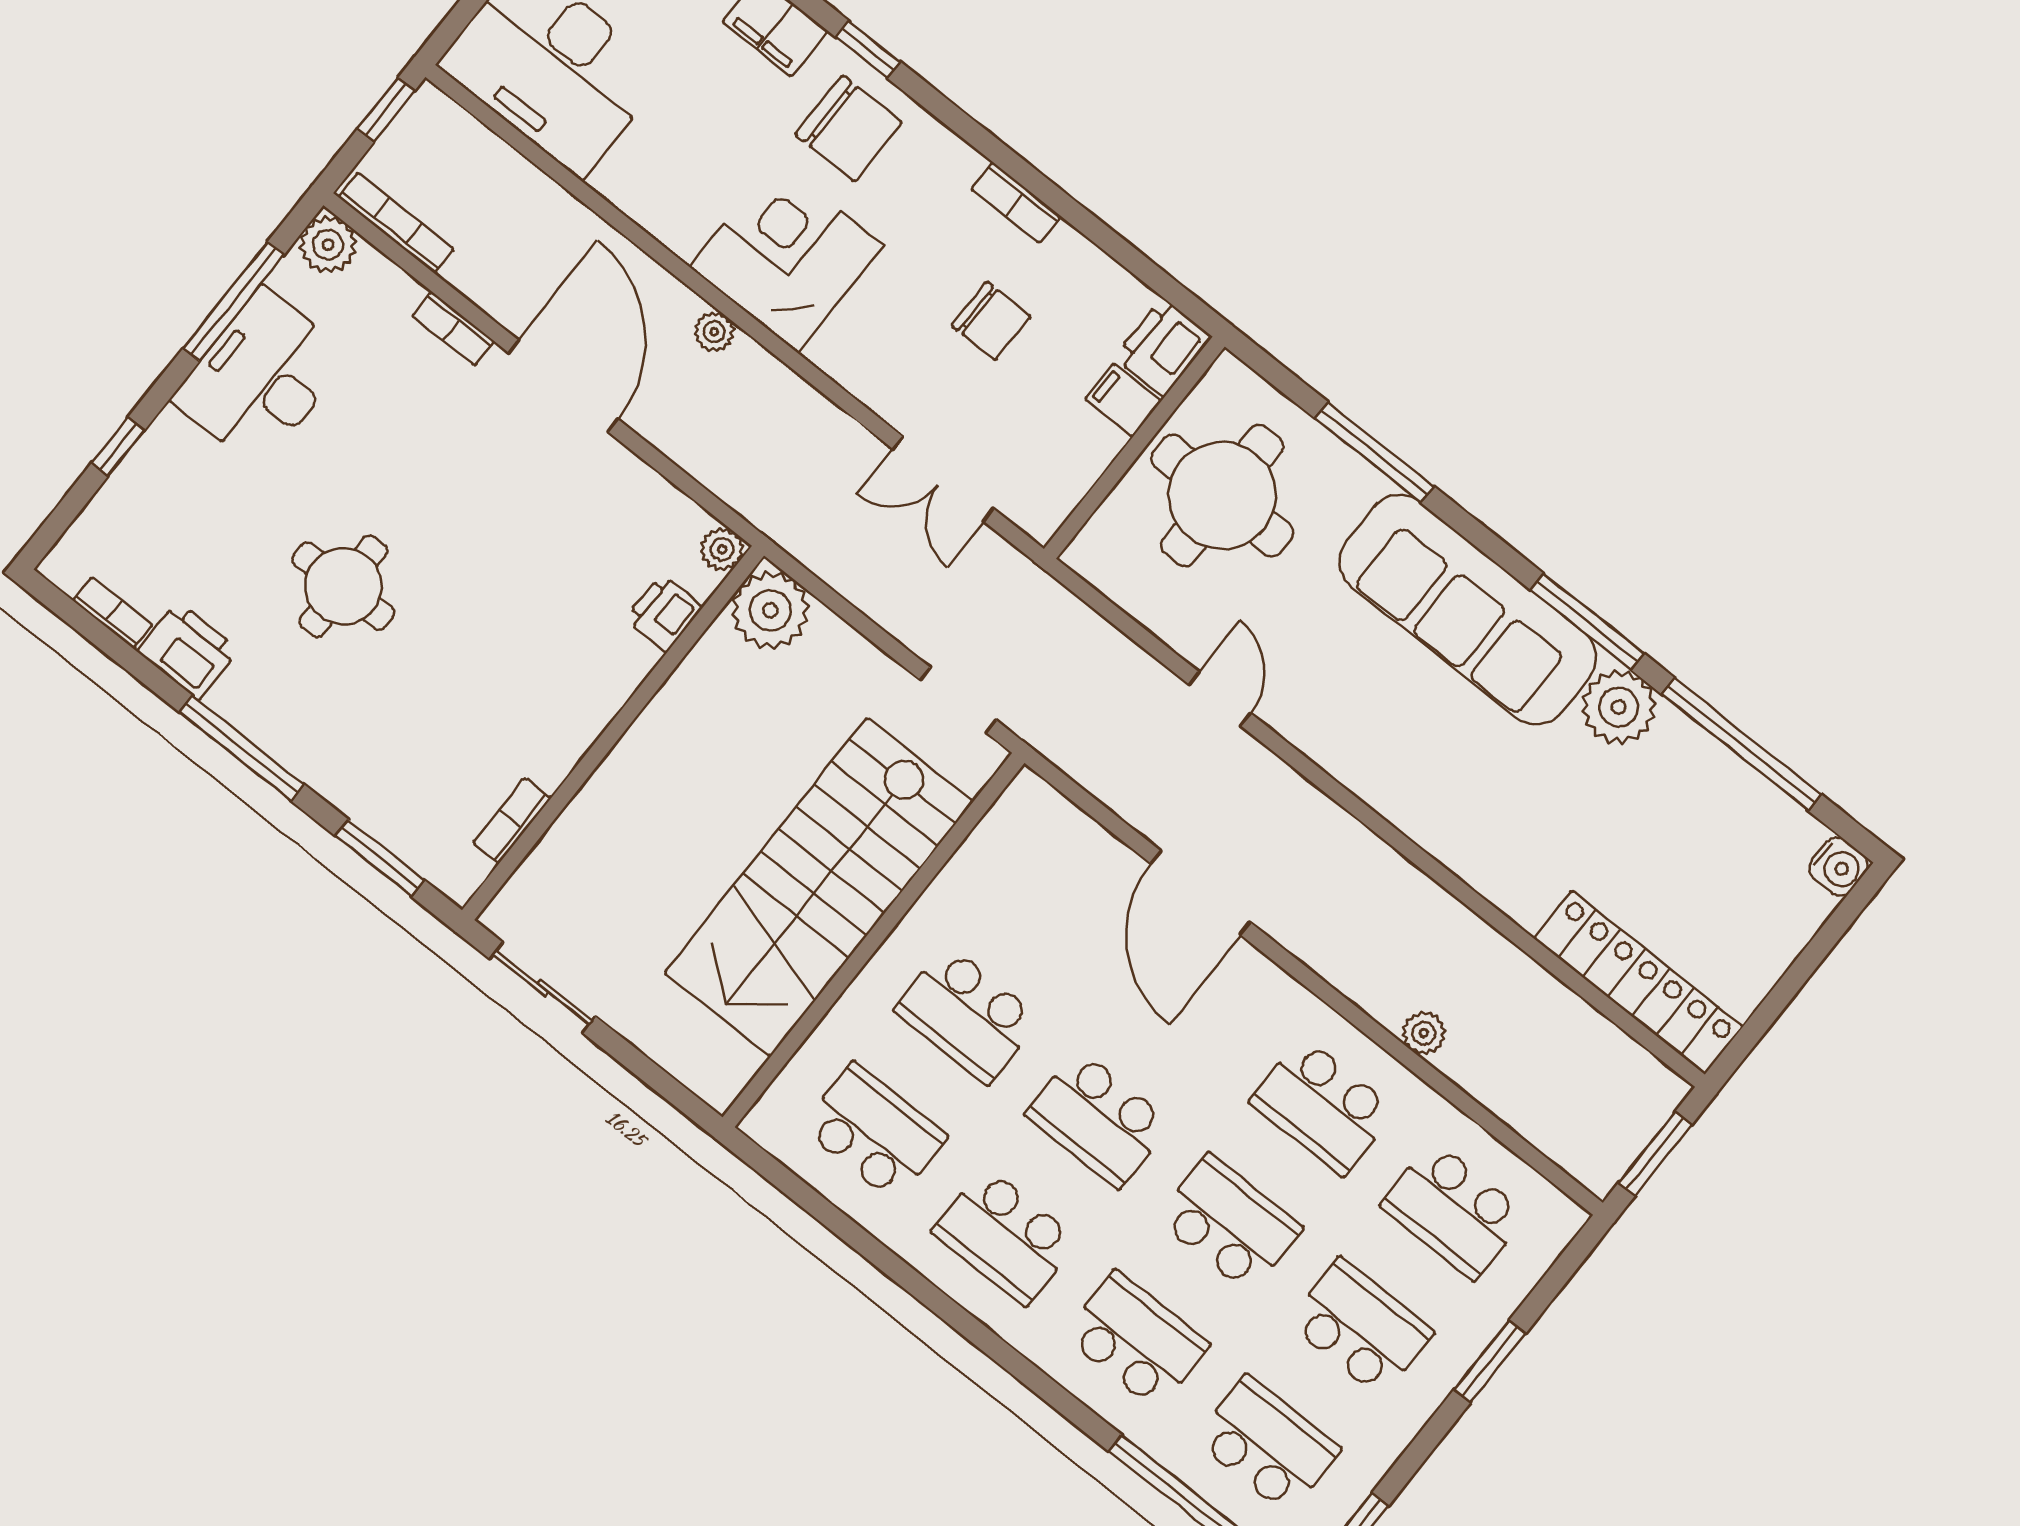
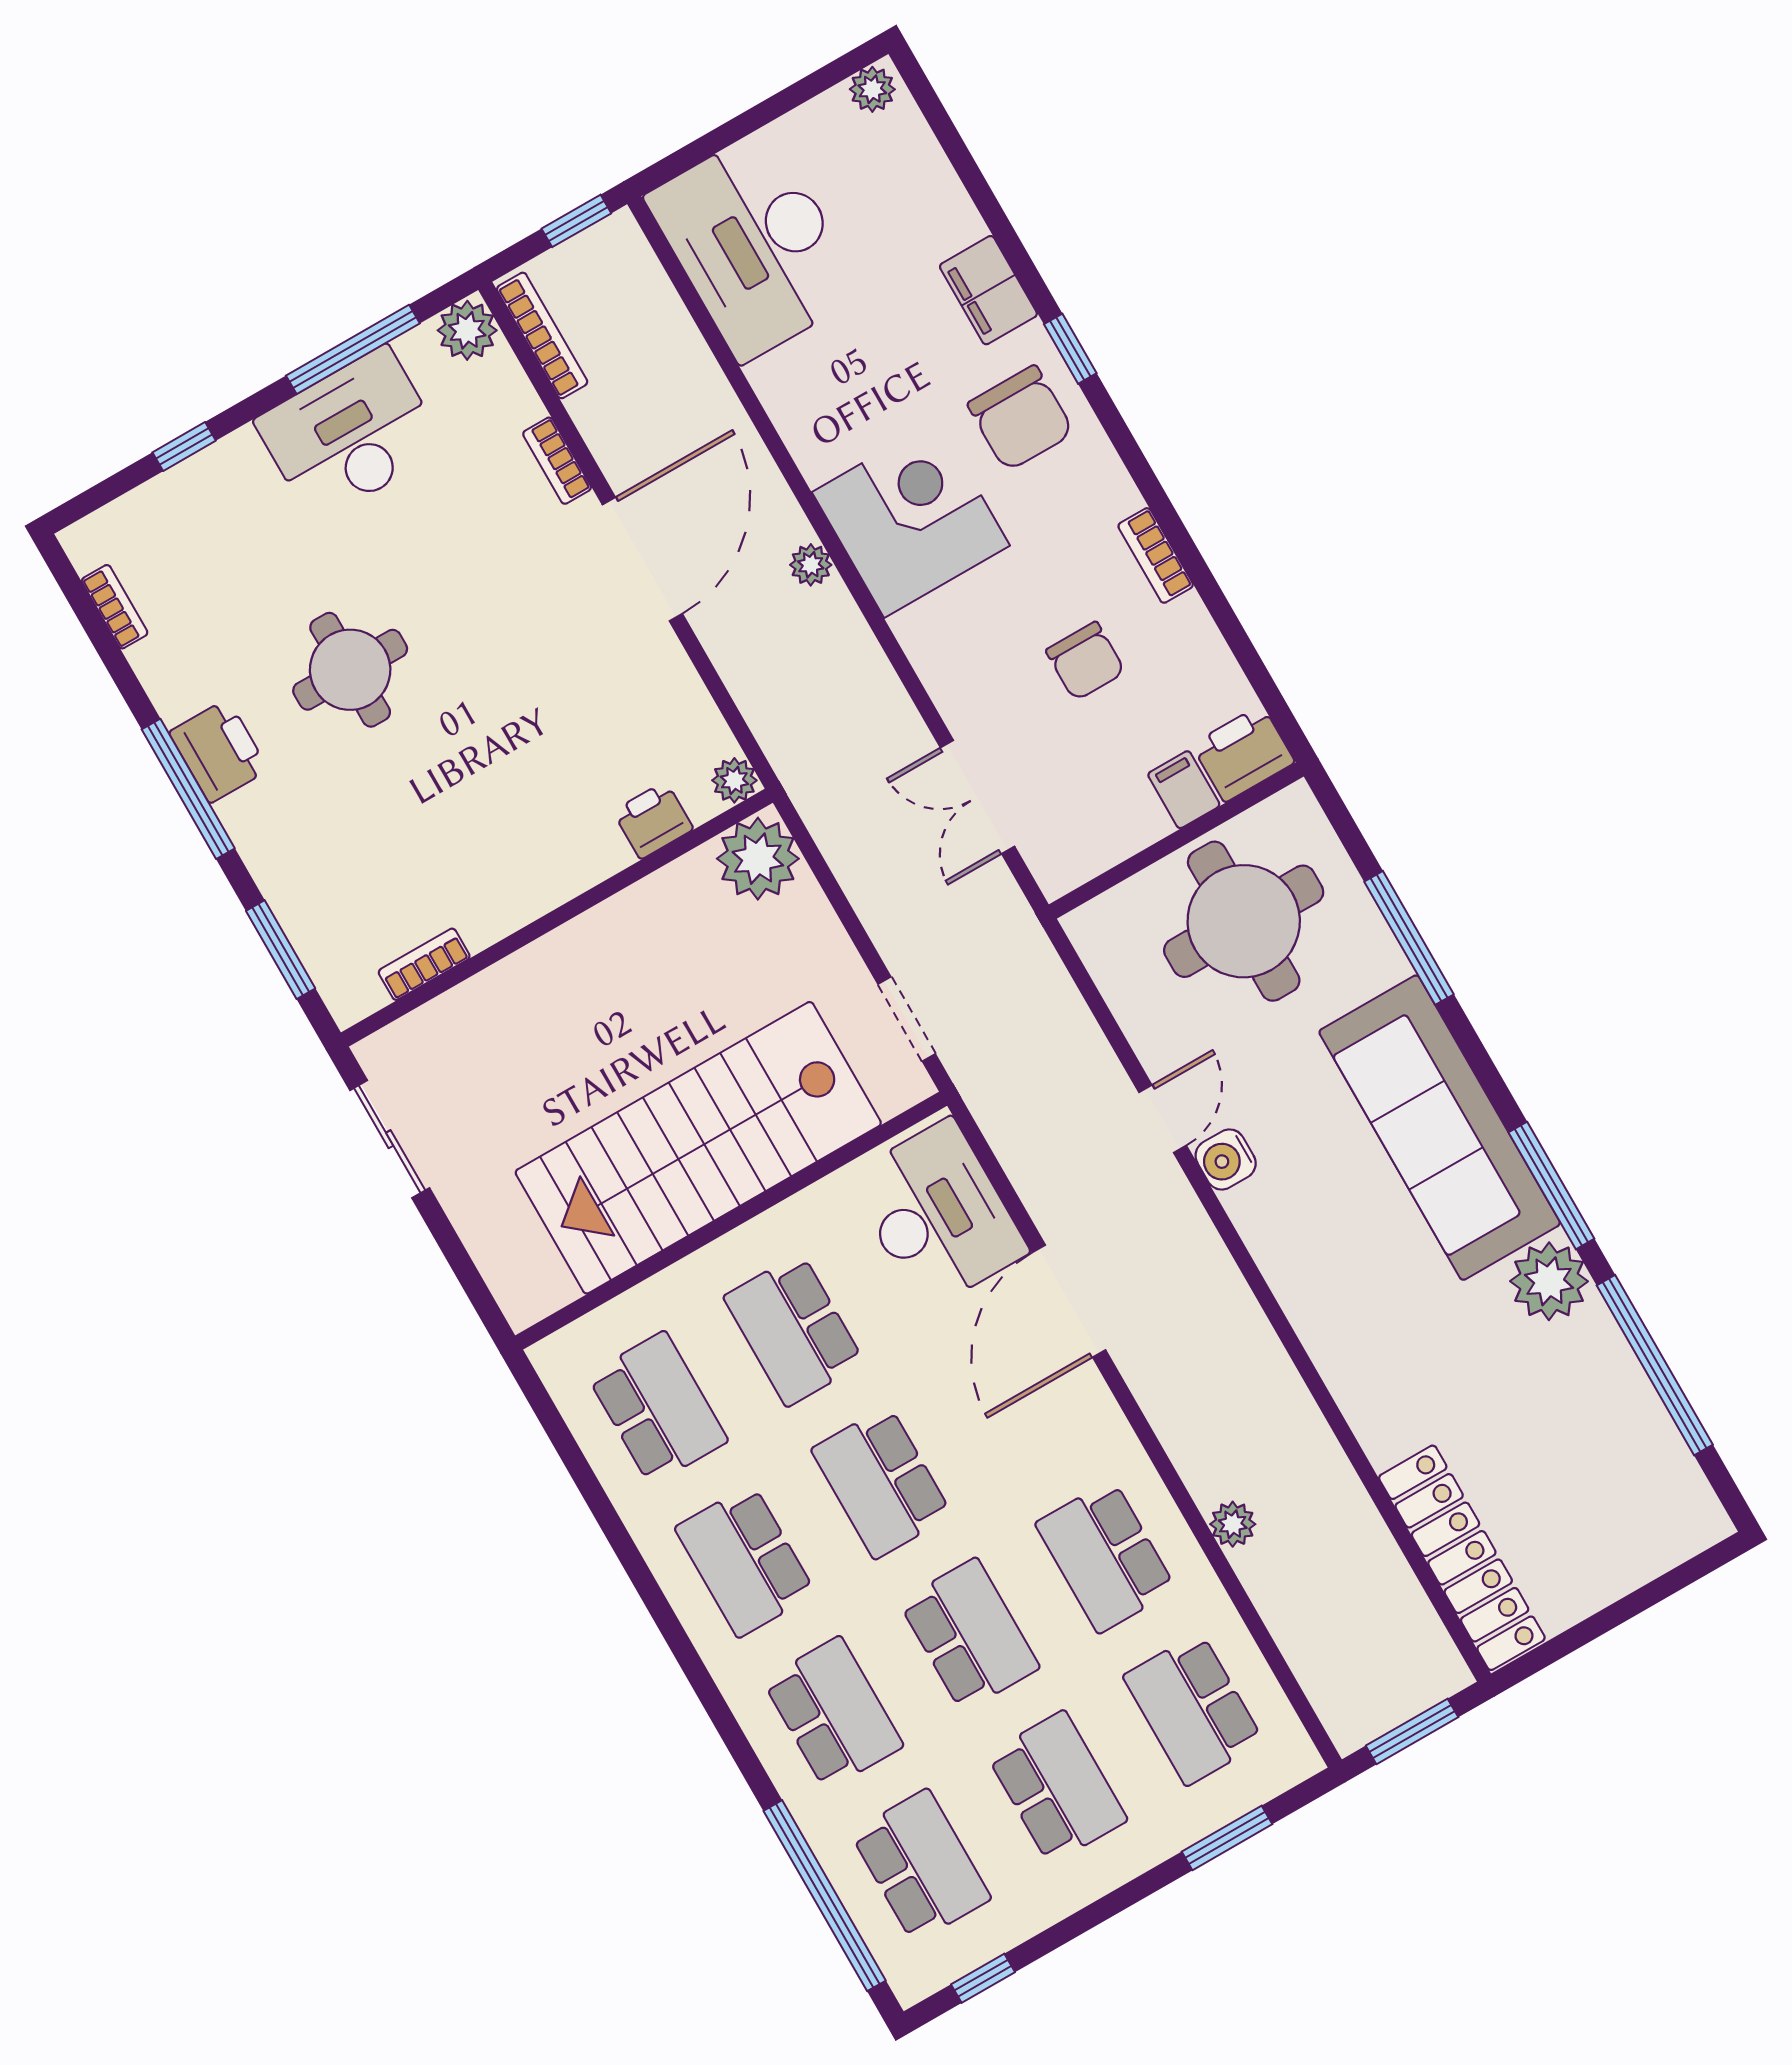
printer: (188, 651) -> (219, 751), moved
desk: (1054, 862) -> (938, 1214), added
water cooler: (1839, 867) -> (1226, 1159), moved, turned 90
window: (1490, 1361) -> (1227, 1838), moved

